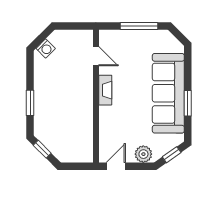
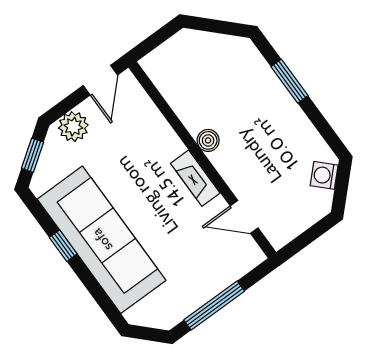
boiler: (87, 103) -> (208, 140), added
window: (188, 103) -> (63, 246), width x0.67
window: (42, 149) -> (224, 27), removed

